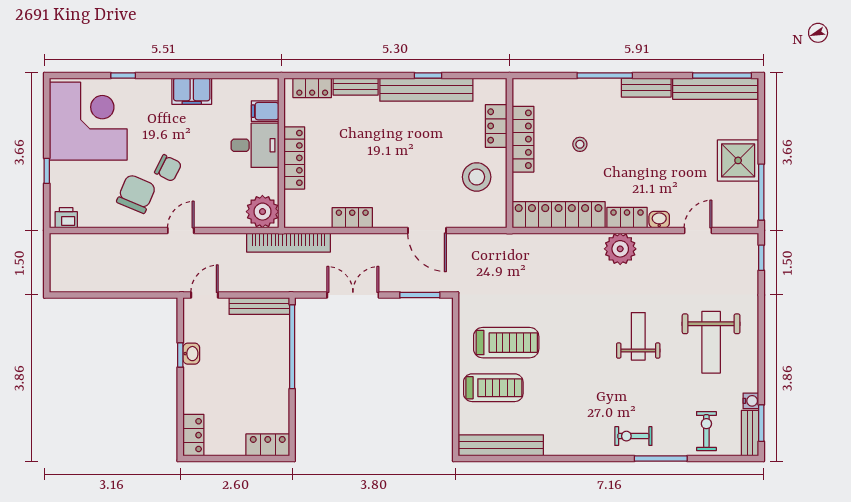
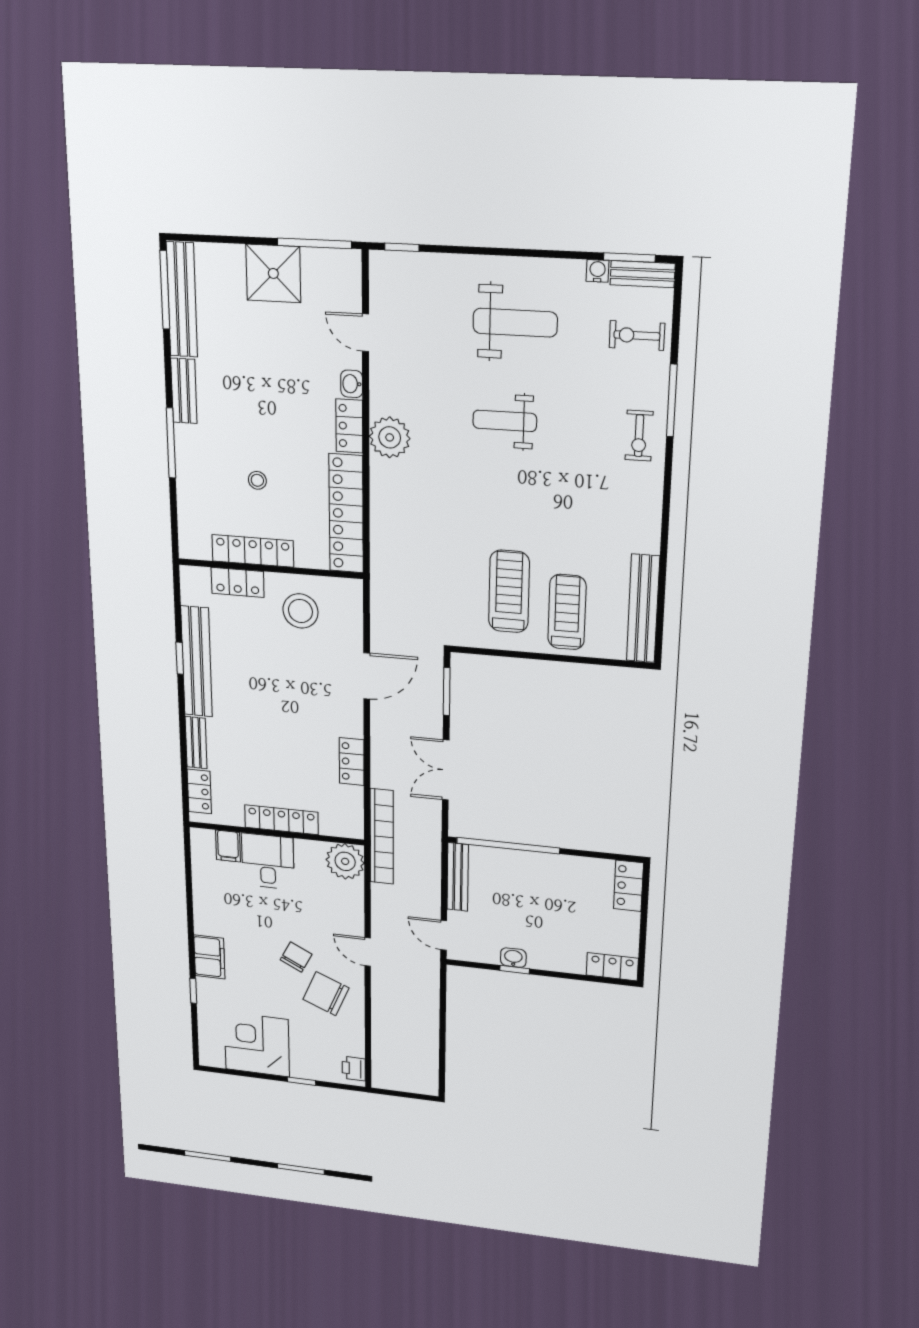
filing cabinet: (192, 91) -> (209, 957), moved
corner desk: (88, 121) -> (257, 1044), width x0.74, depth x0.74

